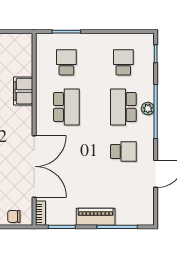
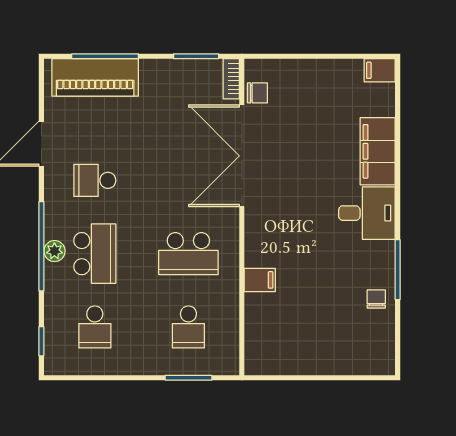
filing cabinet: (23, 91) -> (260, 280), width x0.50
school desk: (66, 107) -> (188, 254), turned -90
chair: (14, 216) -> (257, 93), moved
piano: (96, 217) -> (95, 77), moved, width x1.37, depth x1.33

